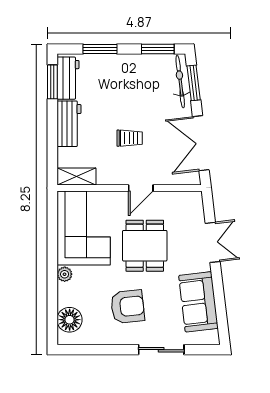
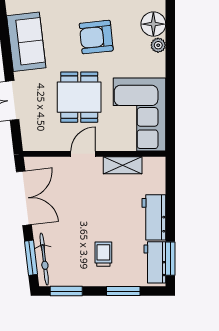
trolley: (130, 138) -> (103, 254), moved, turned 90
shelving: (76, 177) -> (123, 165), moved
plant: (65, 274) -> (158, 45), moved

